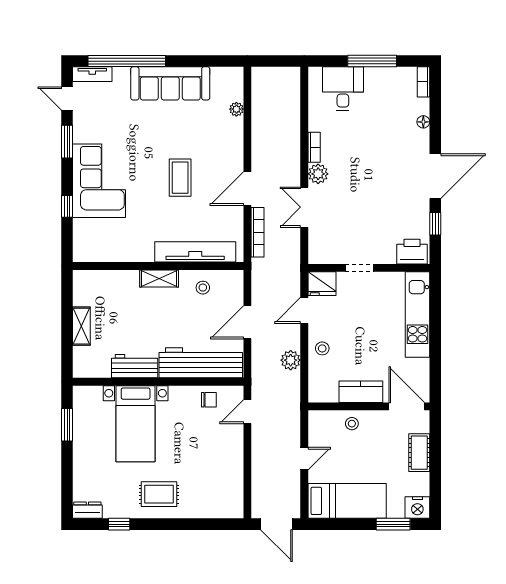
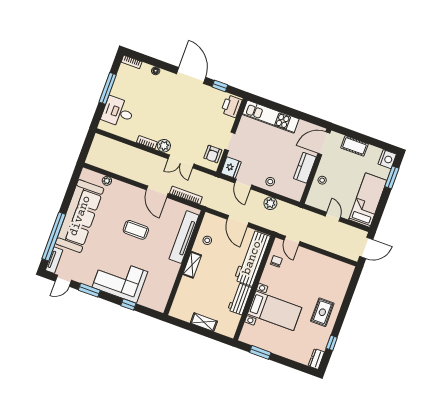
sofa: (170, 83) -> (80, 216), width x1.36, depth x1.27
armchair: (332, 250) -> (213, 154), added

